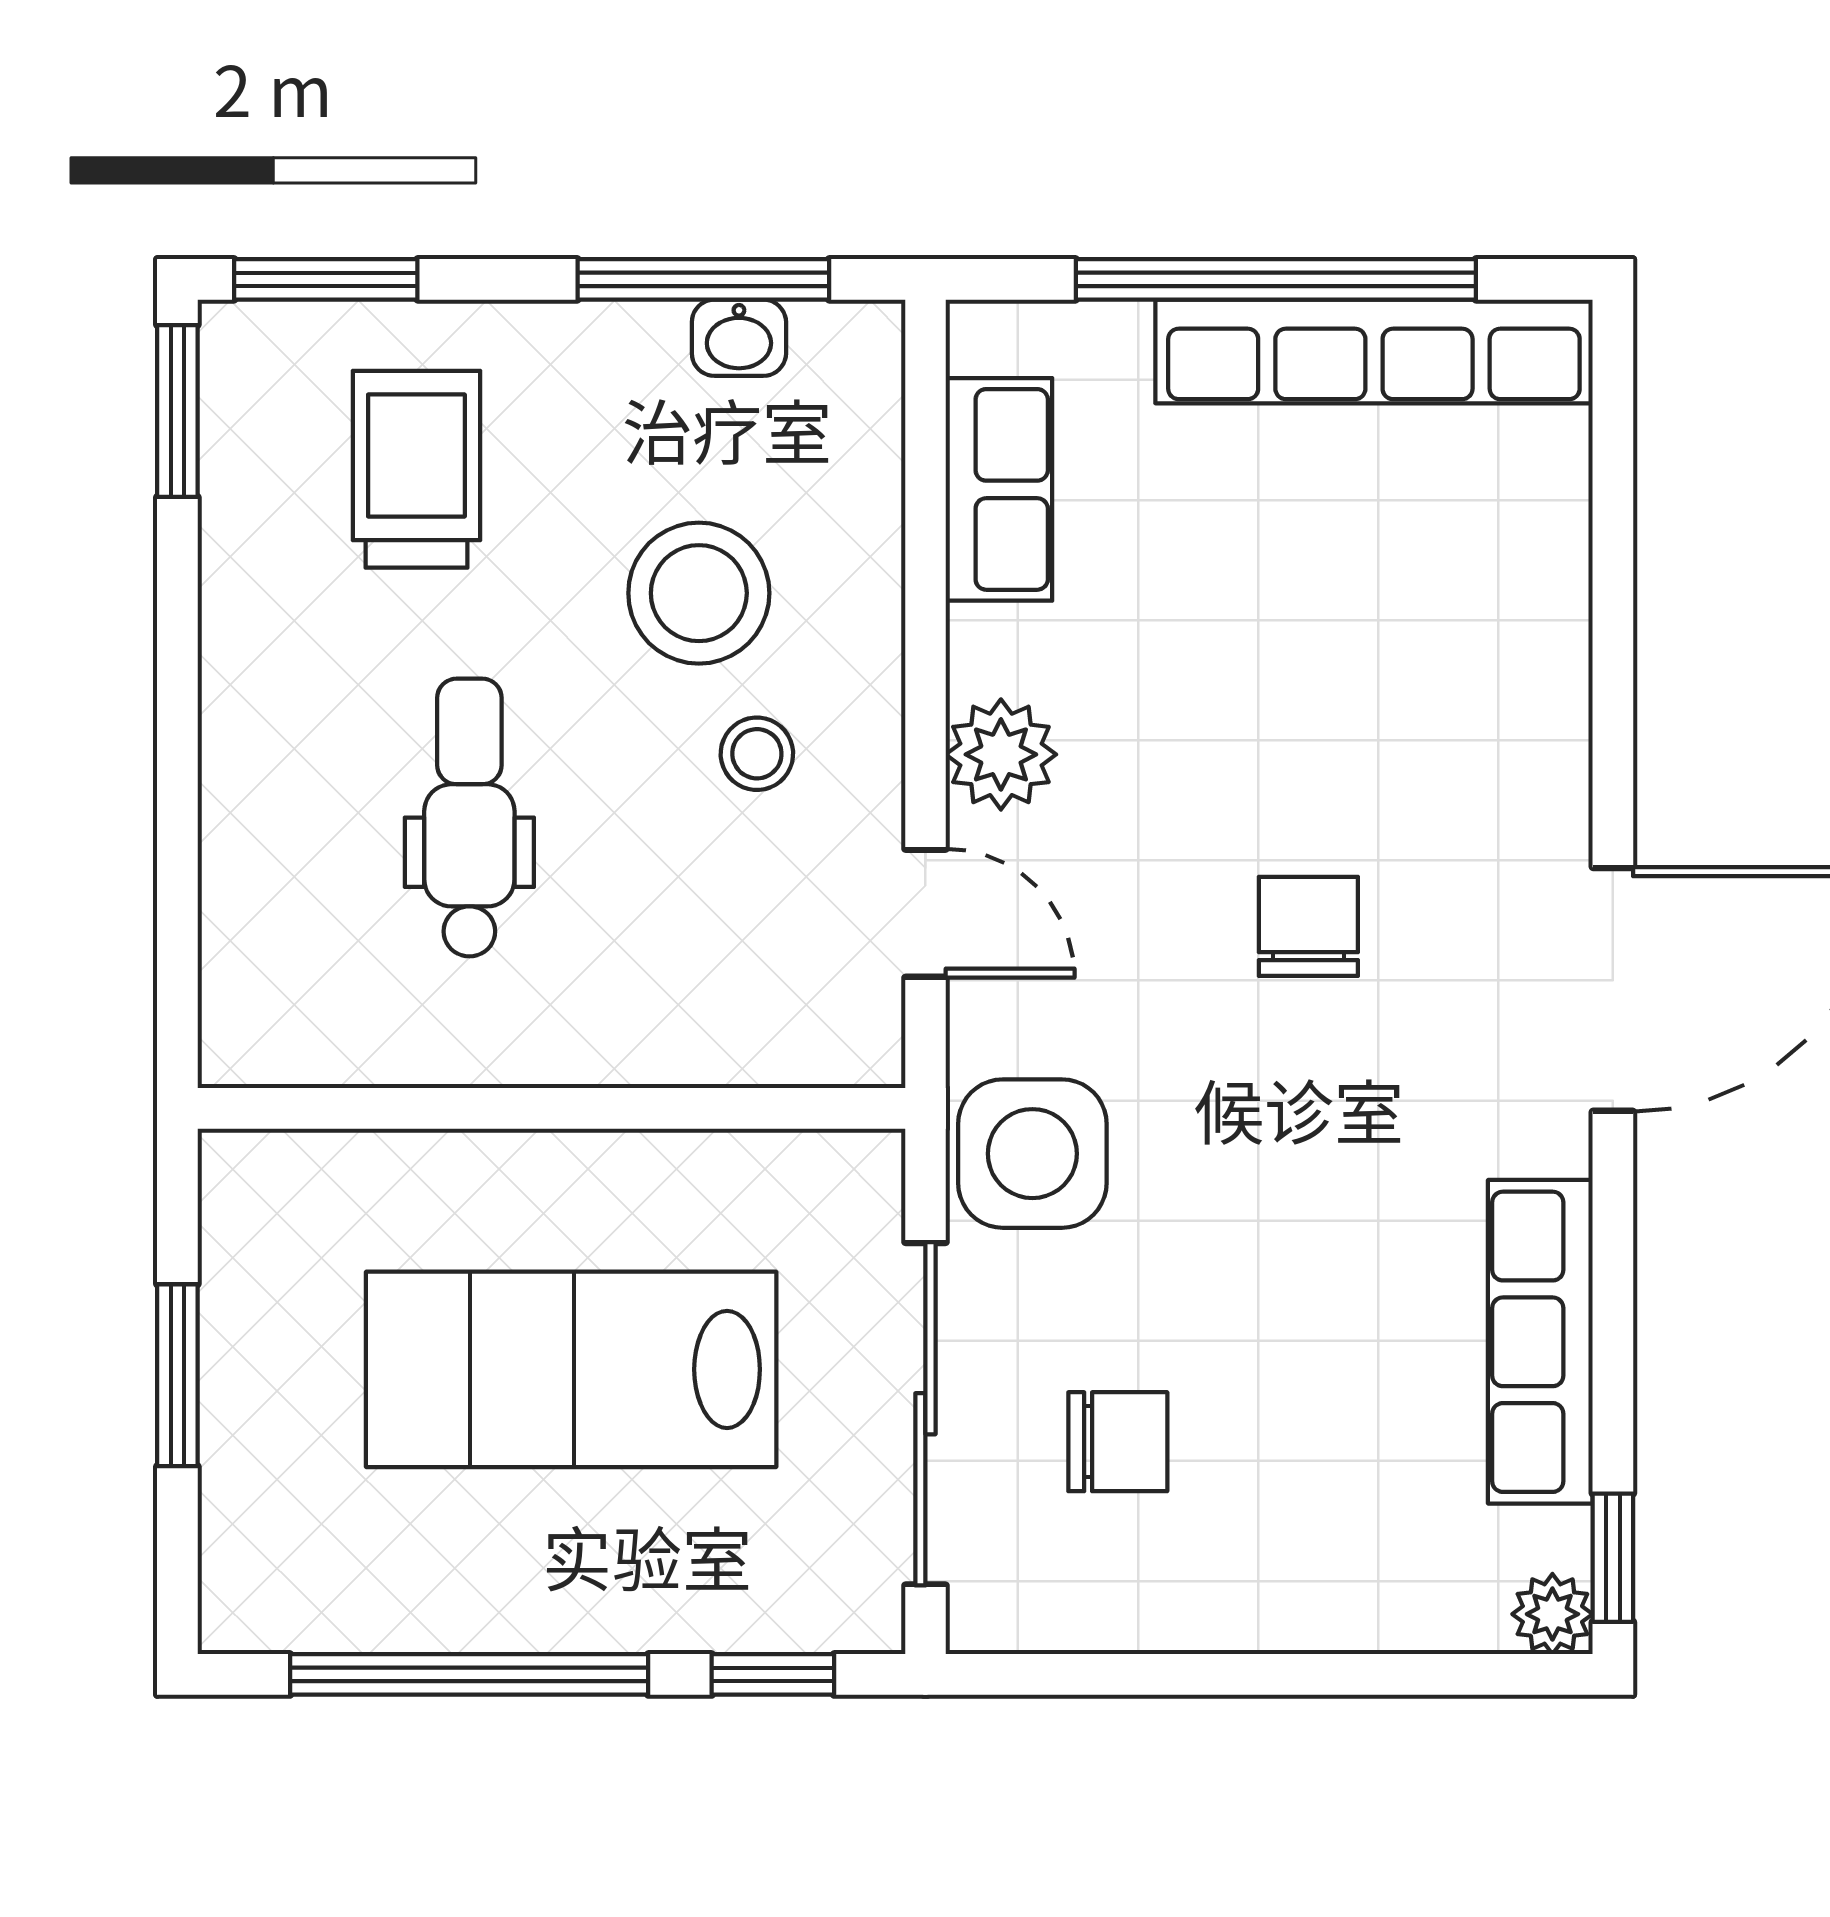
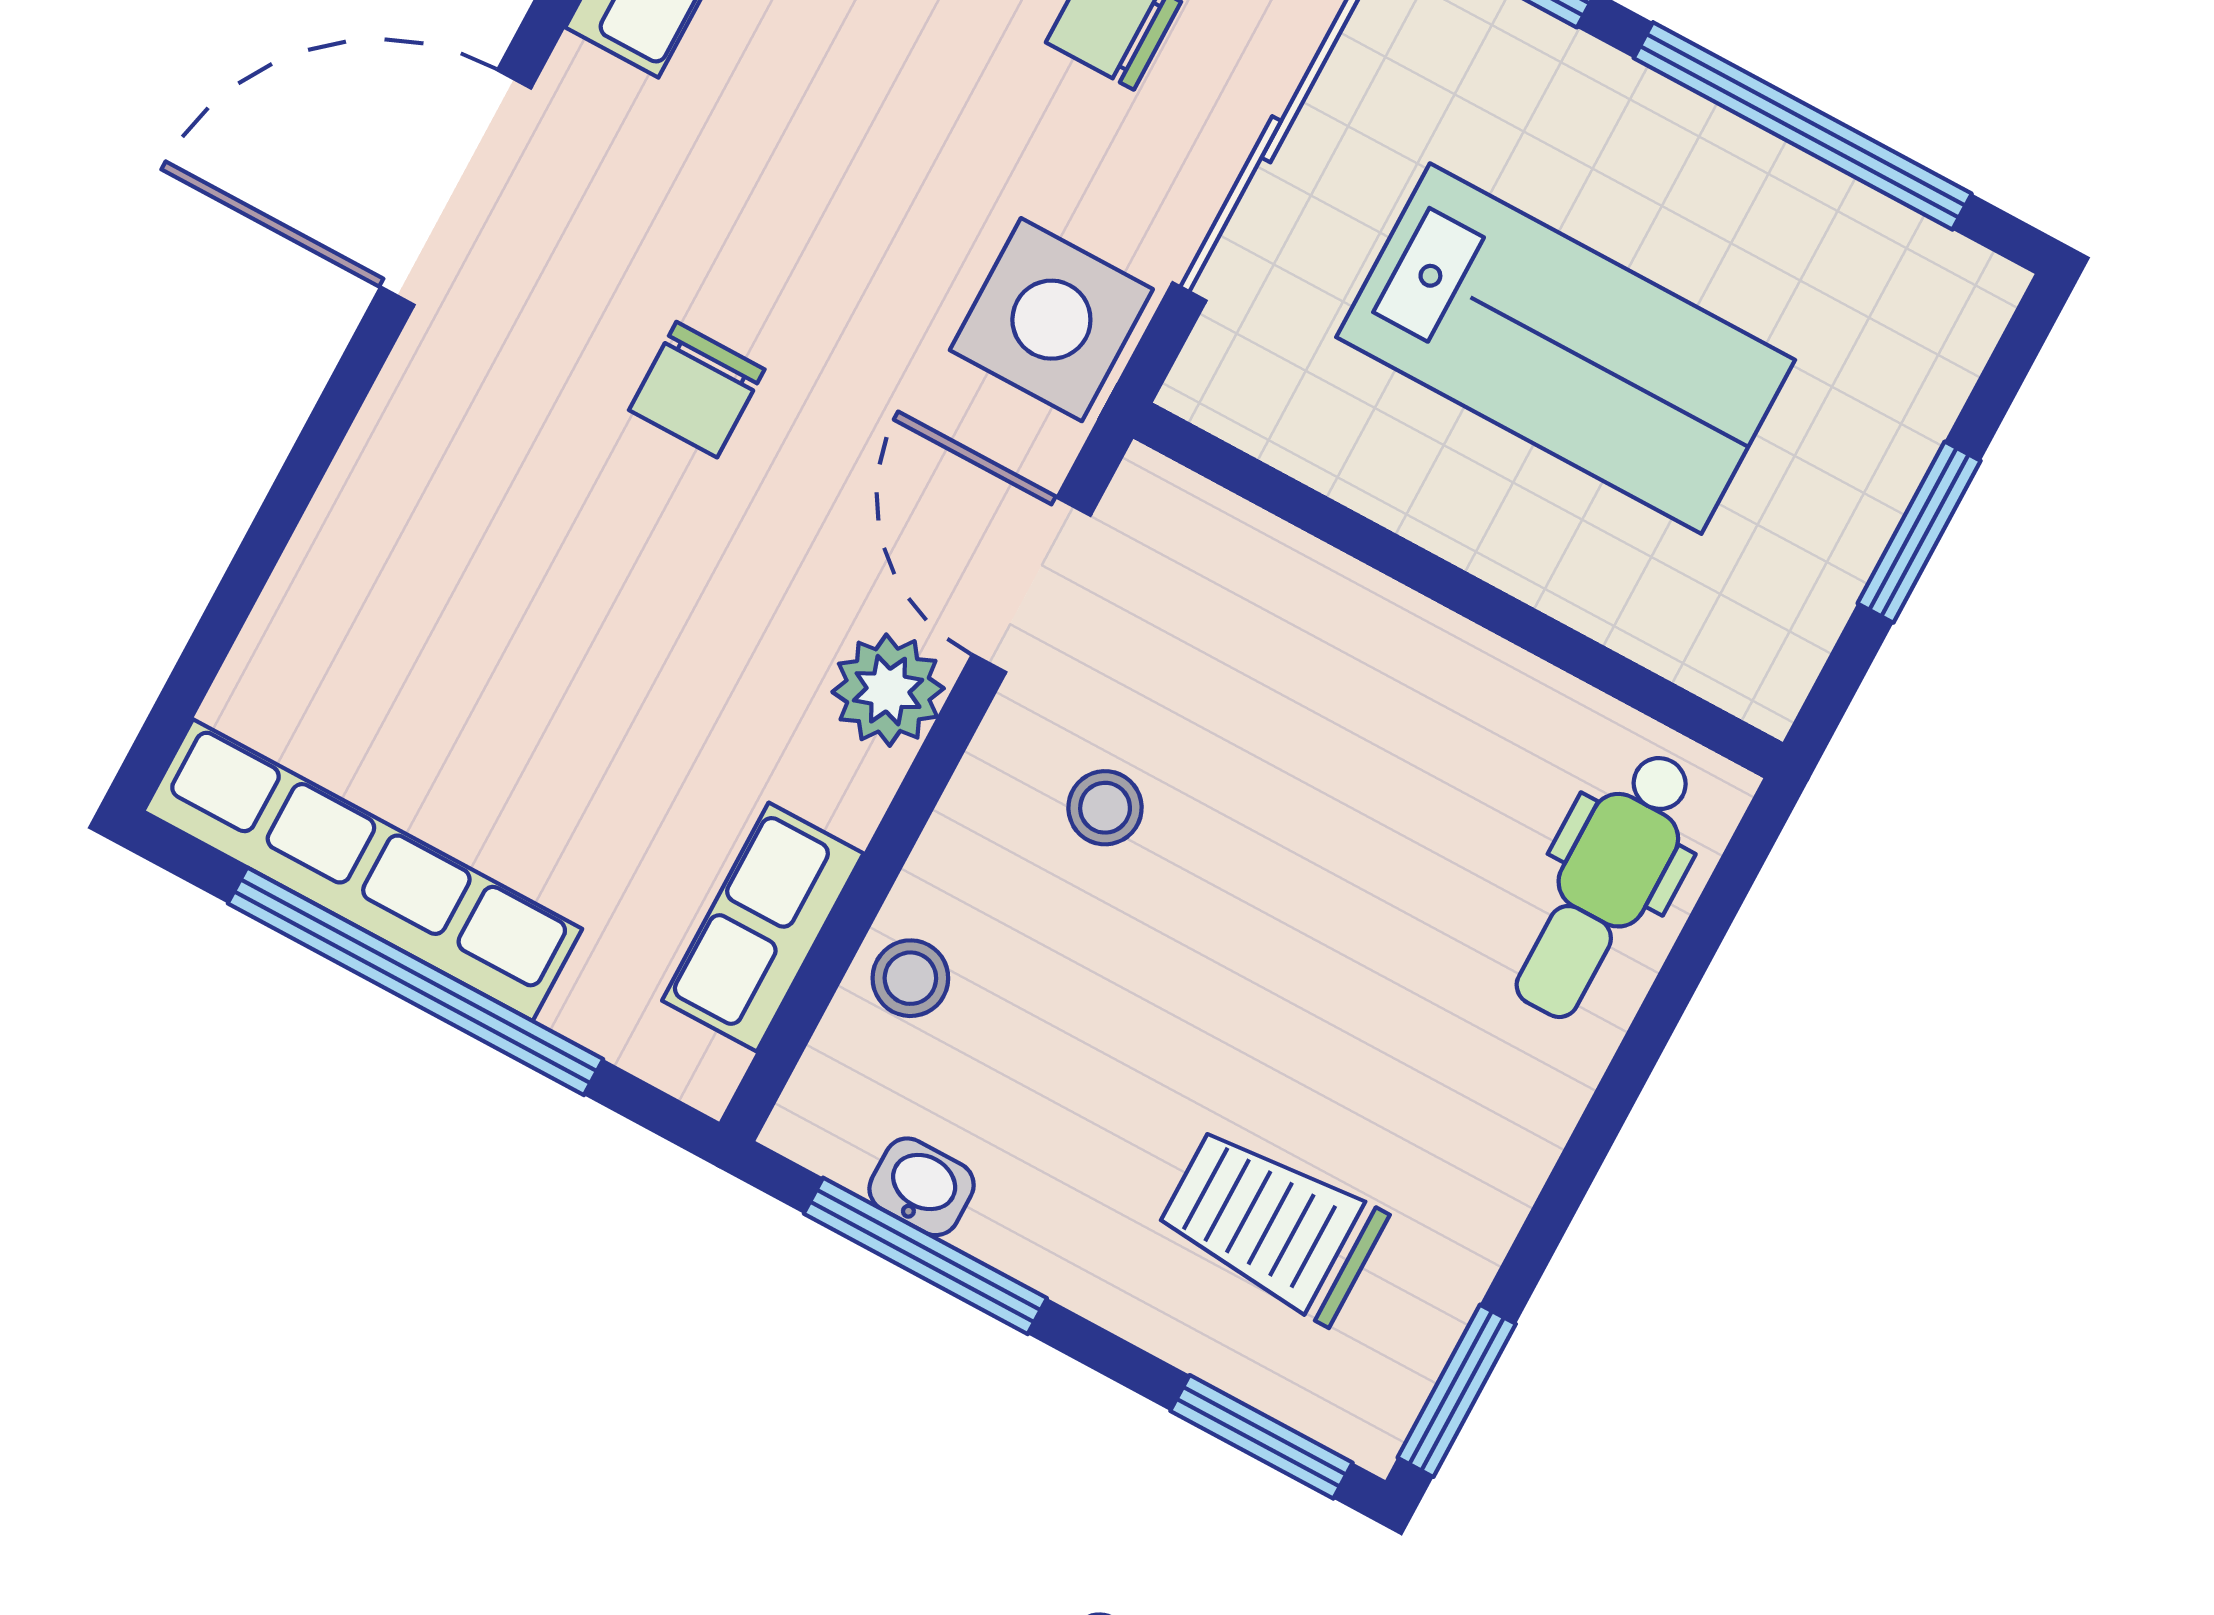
trolley: (416, 469) -> (1272, 1224), turned 90
stool: (699, 593) -> (910, 978), moved, width x0.53, depth x0.53
dental chair: (469, 818) -> (1605, 885), moved
door: (925, 913) -> (1031, 585), width x1.38

